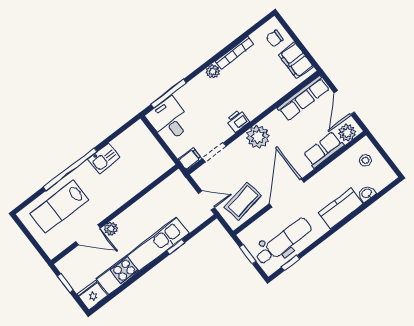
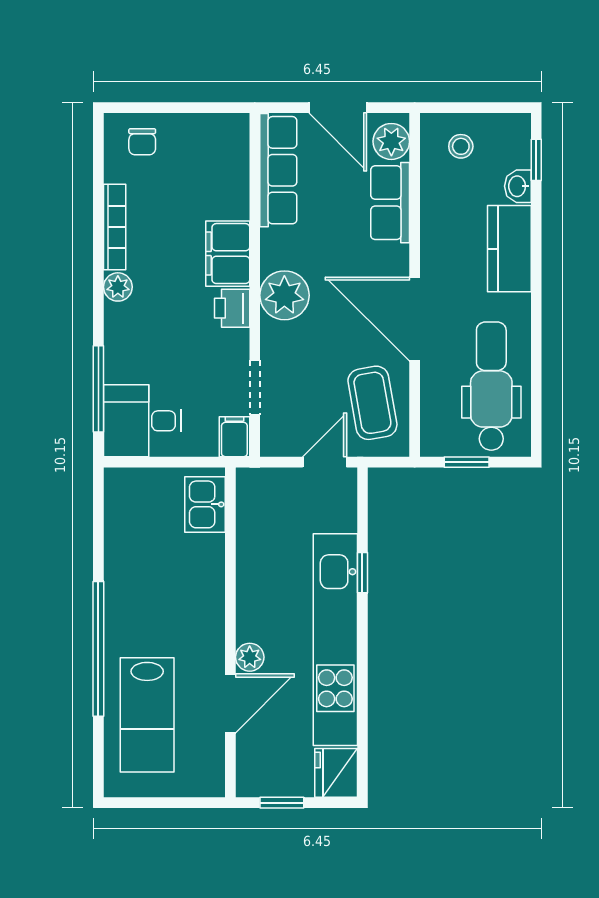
filing cabinet: (296, 61) -> (228, 254), moved, turned 90
kitchen sink: (104, 159) -> (205, 504), moved, turned 180
window: (291, 263) -> (536, 160), moved

